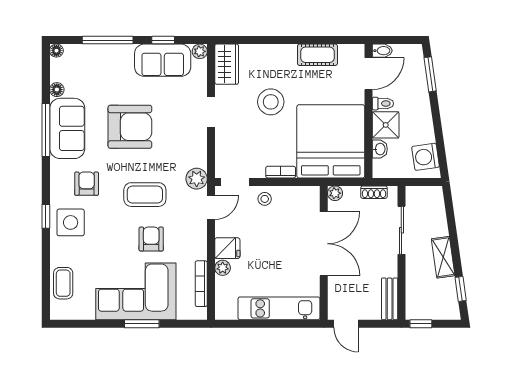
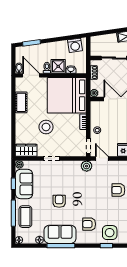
armchair: (130, 127) -> (59, 201), width x0.53, depth x0.53
coffee table: (145, 195) -> (25, 217), moved

